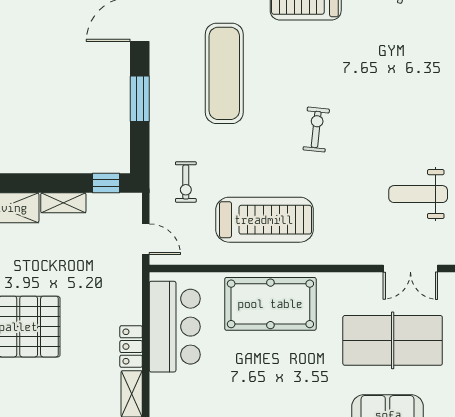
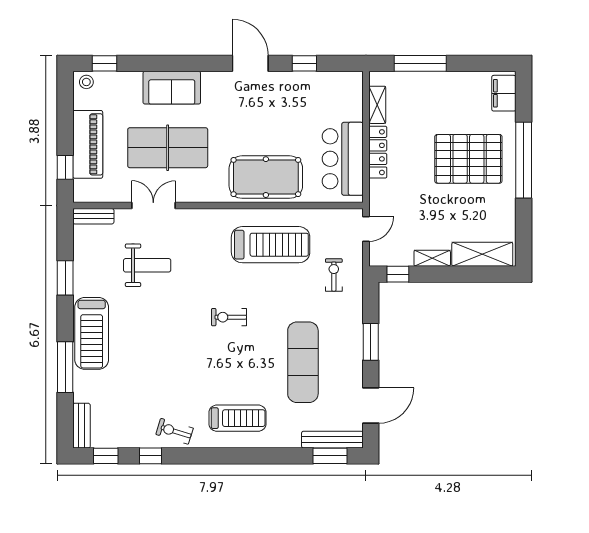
exercise bike: (316, 129) -> (229, 317), turned 84
treadmill: (264, 220) -> (271, 245), turned 180
door: (146, 239) -> (366, 229), swing flipped
locker: (131, 346) -> (378, 152), width x1.53

